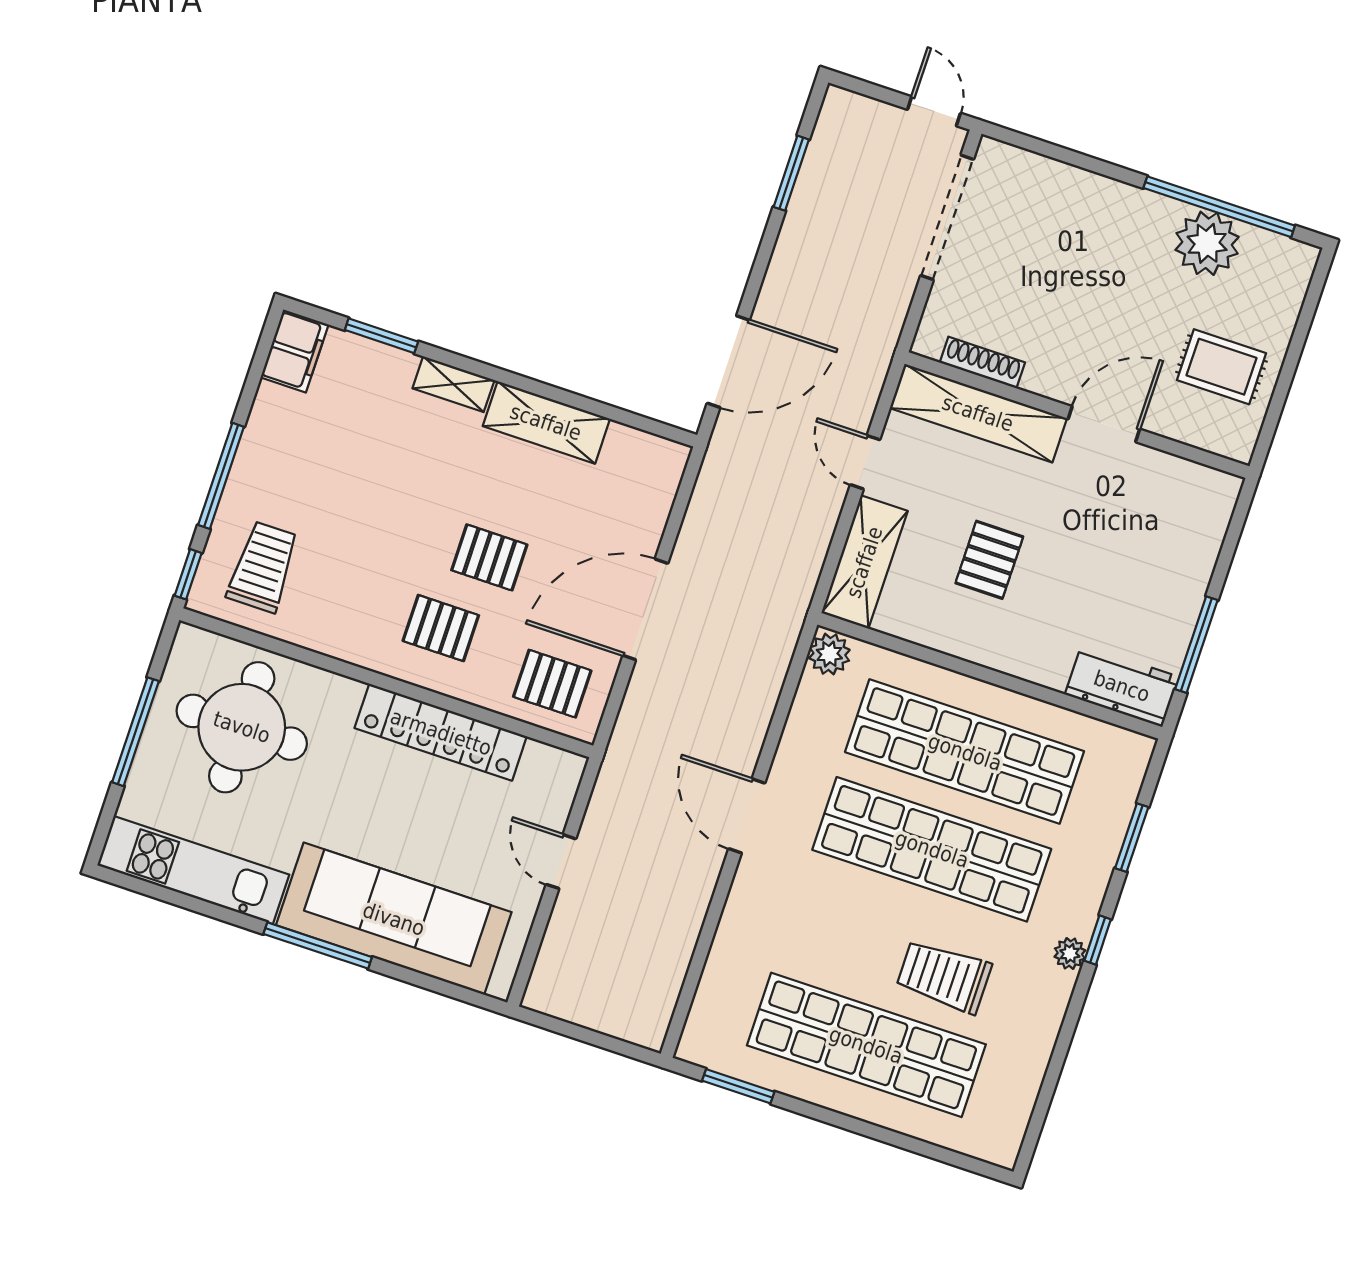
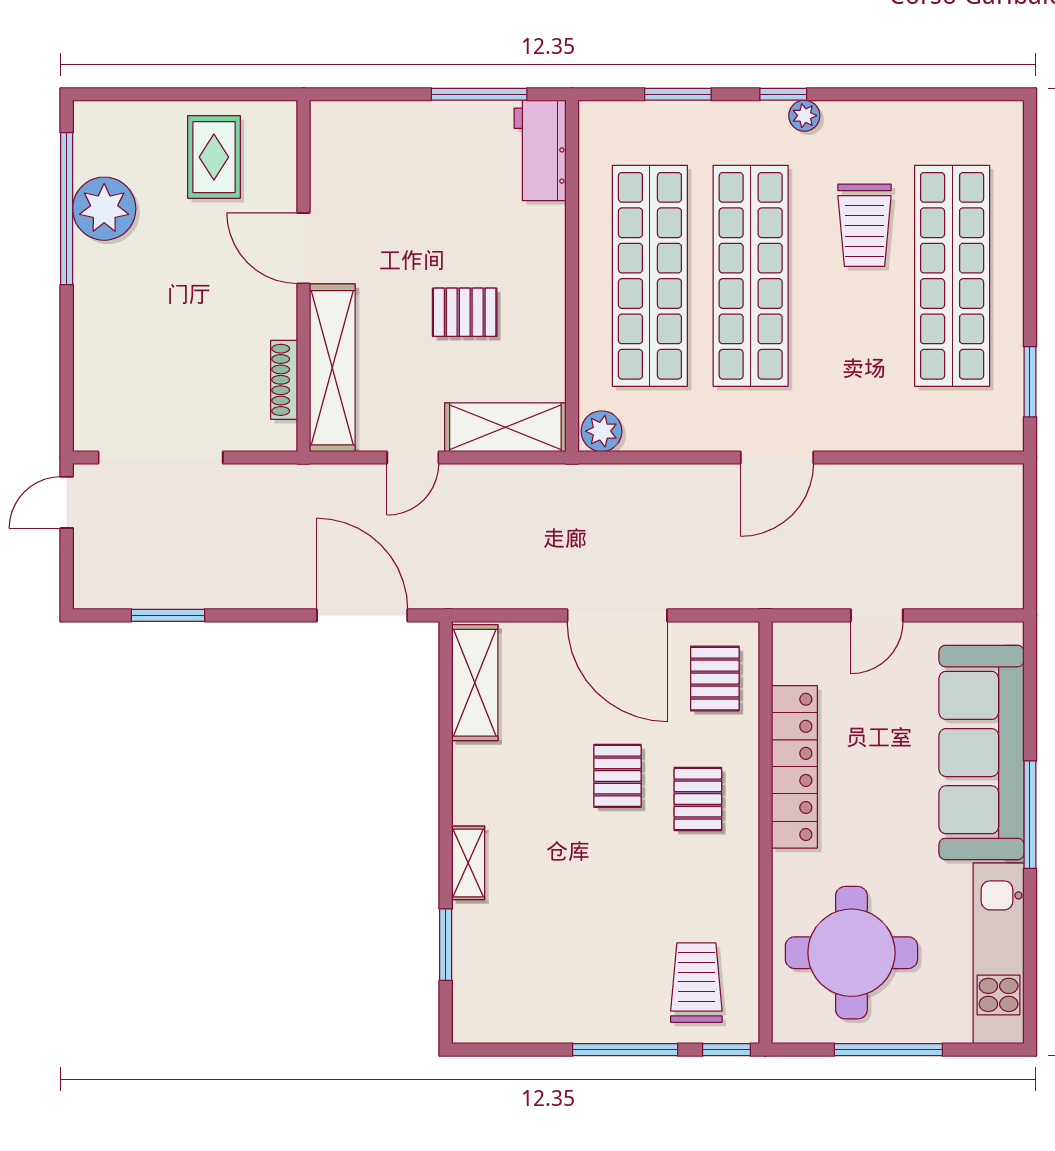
filing cabinet: (294, 351) -> (487, 1020), removed
shelving: (546, 422) -> (475, 683), moved
trolley: (263, 567) -> (696, 983), turned 90

